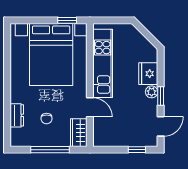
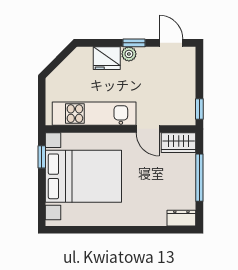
door: (90, 107) -> (148, 129), swing flipped
dresser: (17, 115) -> (181, 218), moved
chair: (47, 119) -> (161, 182), removed
window: (137, 150) -> (199, 109), moved

